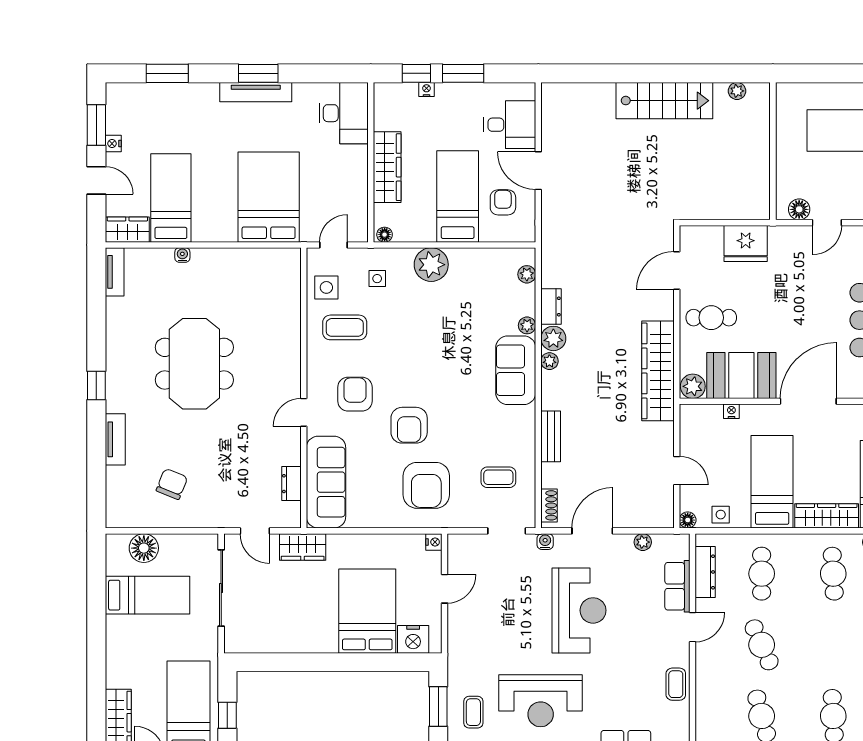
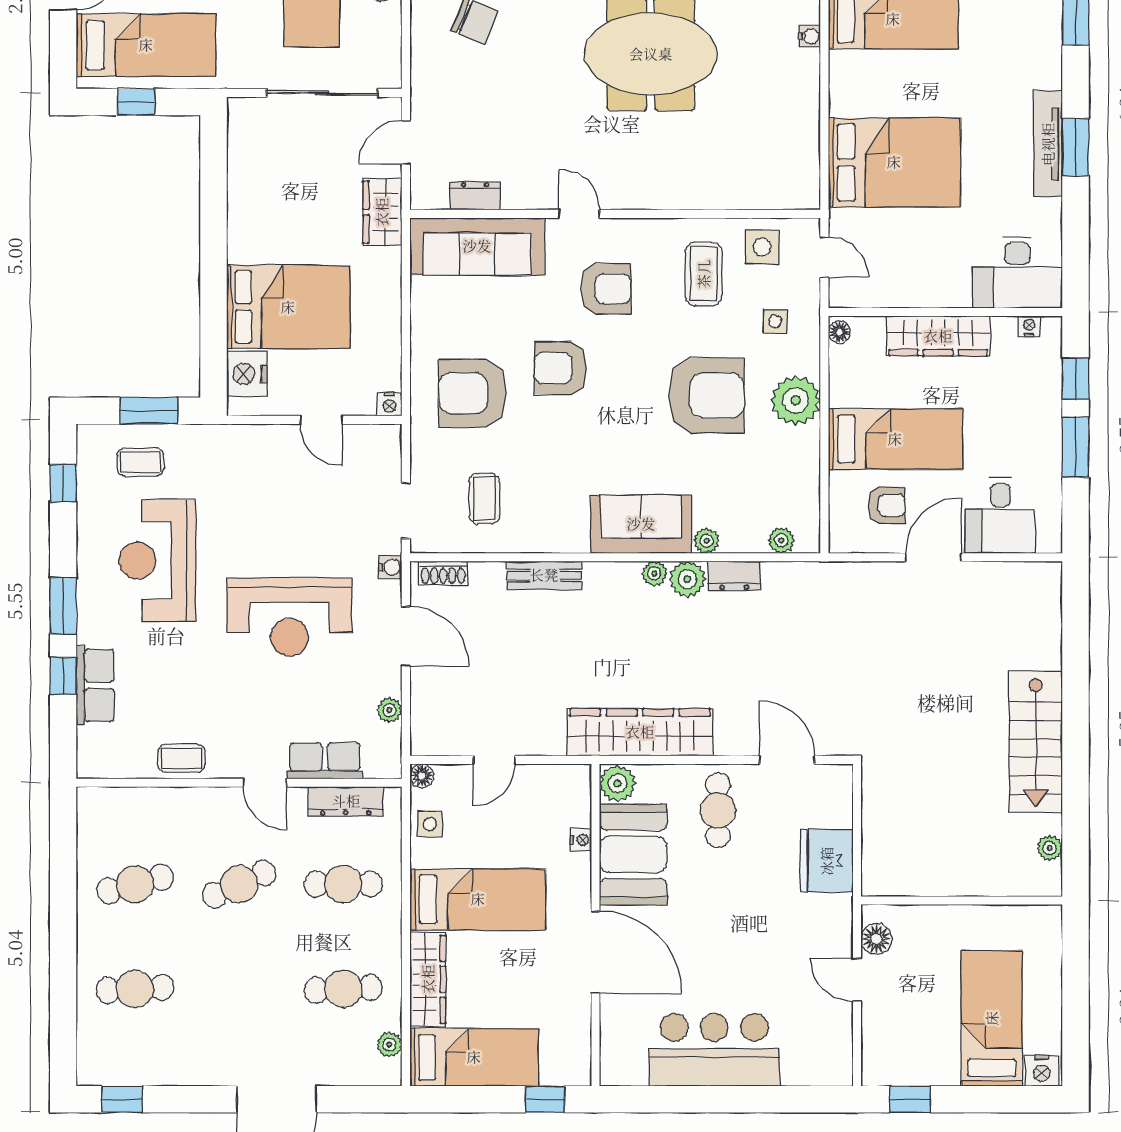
nightstand: (426, 89) -> (1029, 326), moved, turned -90
armchair: (428, 326) -> (706, 395), added

